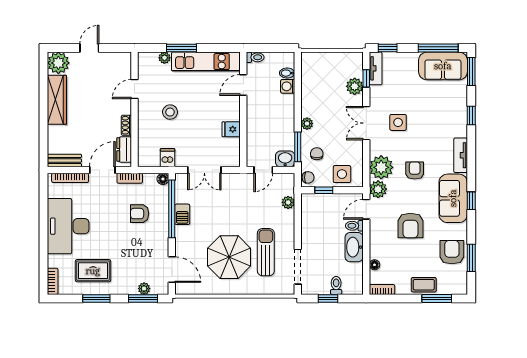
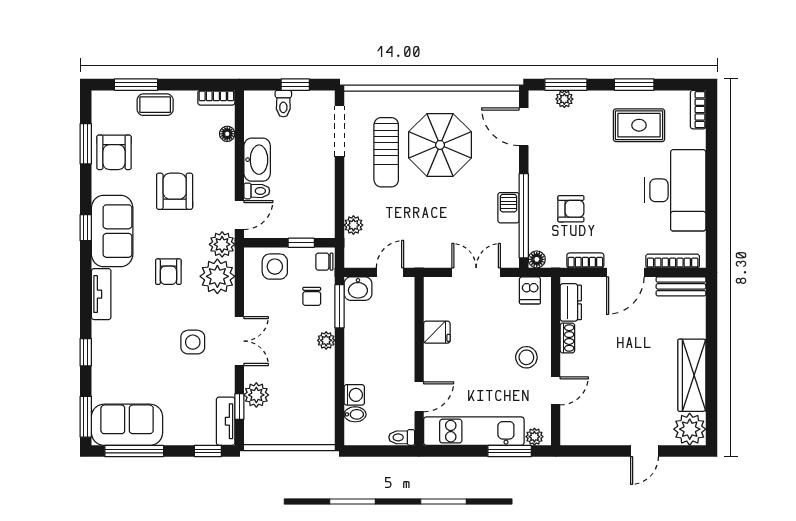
door: (134, 89) -> (556, 391), moved
wall: (134, 109) -> (556, 361), moved
shoe rack: (126, 125) -> (567, 338), moved
dresser: (124, 150) -> (571, 302), moved

